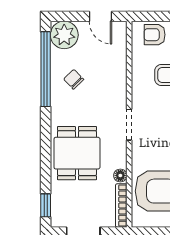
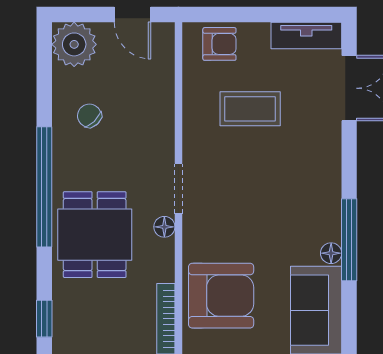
armchair: (155, 35) -> (219, 44), turned 180
window: (46, 69) -> (44, 187), moved
floor lamp: (120, 175) -> (164, 227), moved

